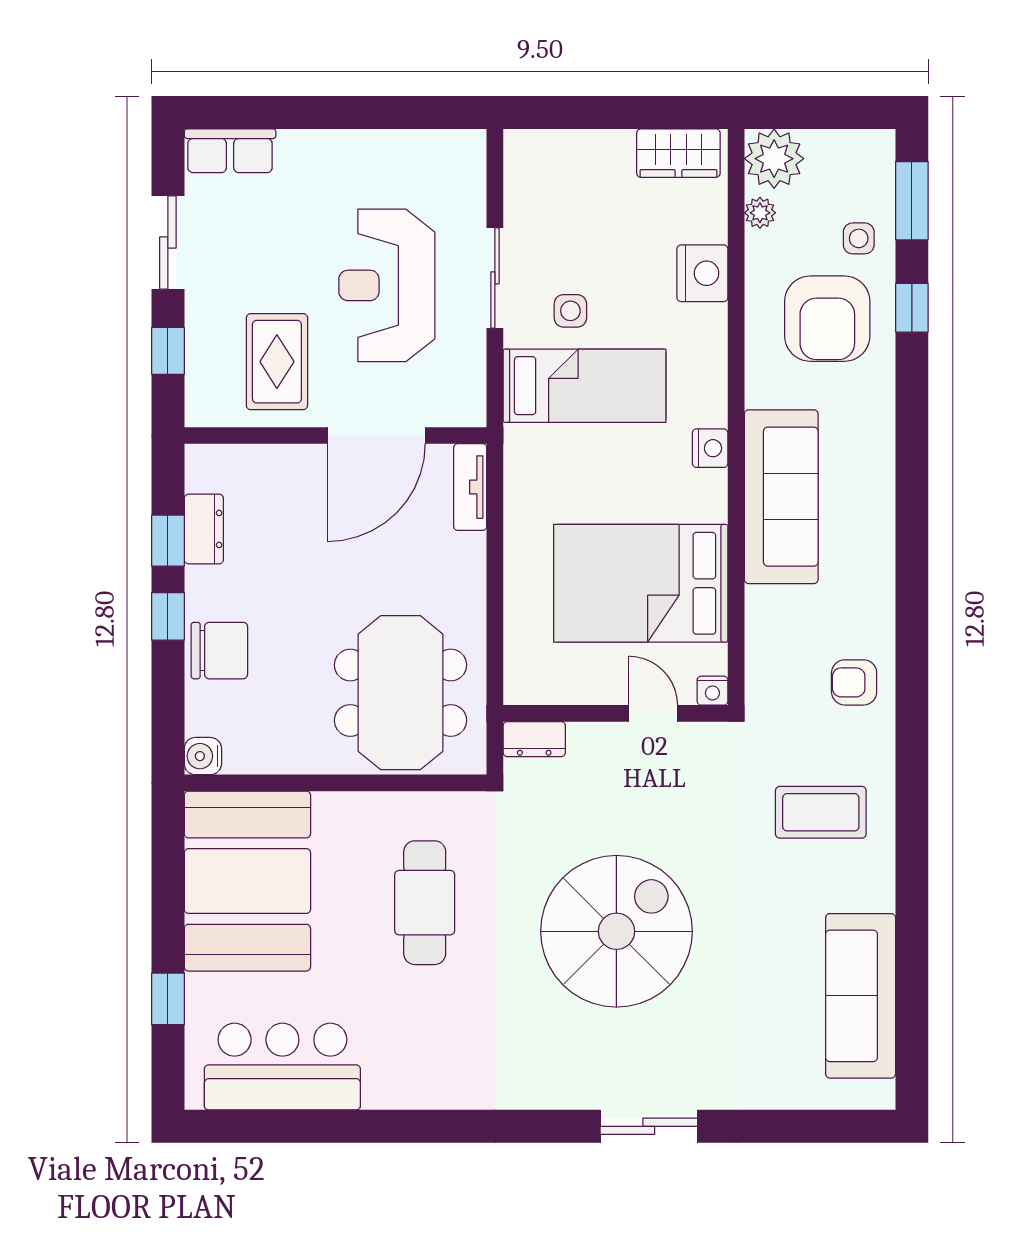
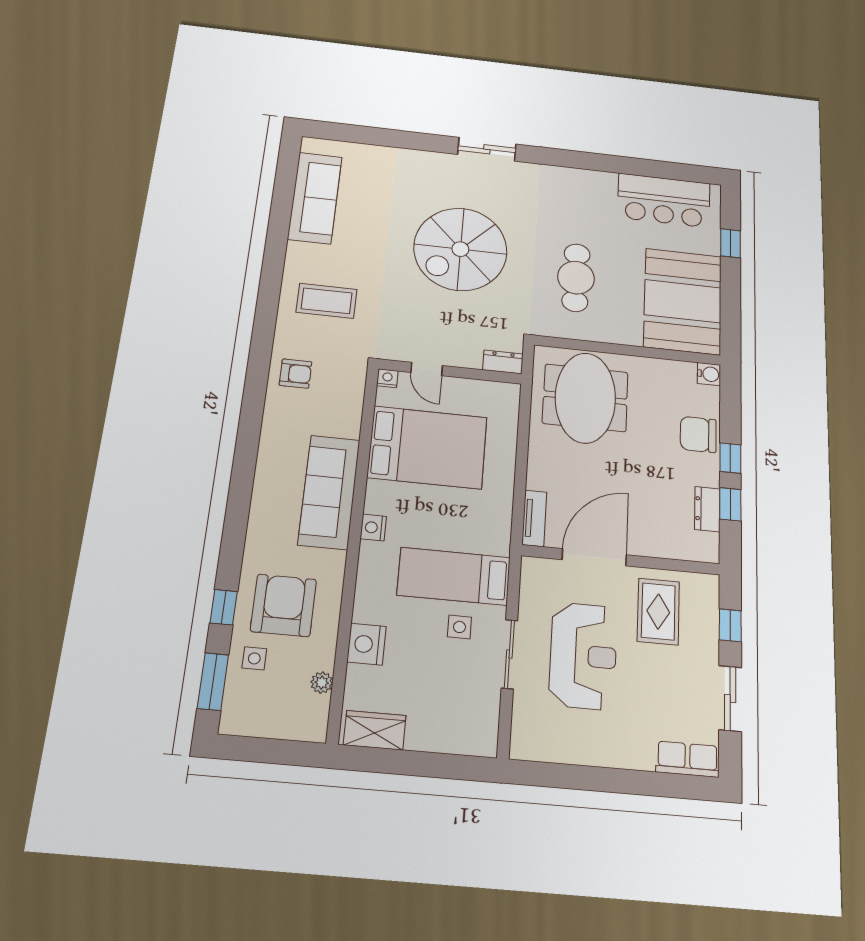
plant: (774, 159) -> (307, 720), removed
sliding door: (649, 1126) -> (487, 149), moved

